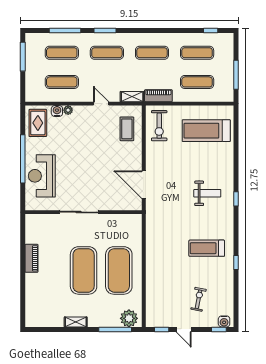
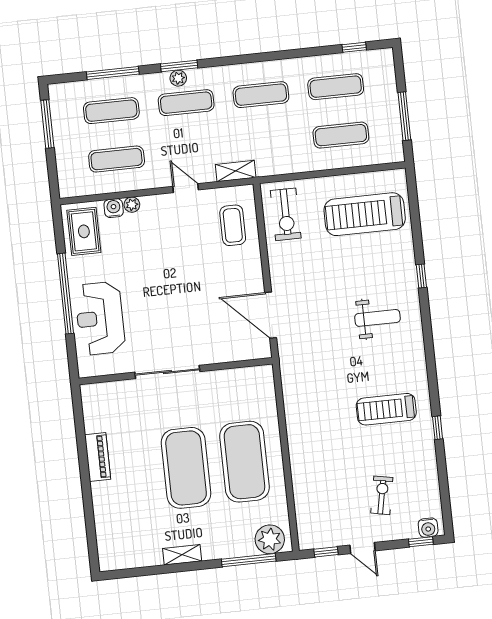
plant: (104, 38) -> (178, 78), added
piano: (158, 96) -> (279, 165), removed
window: (236, 199) -> (421, 276), moved

